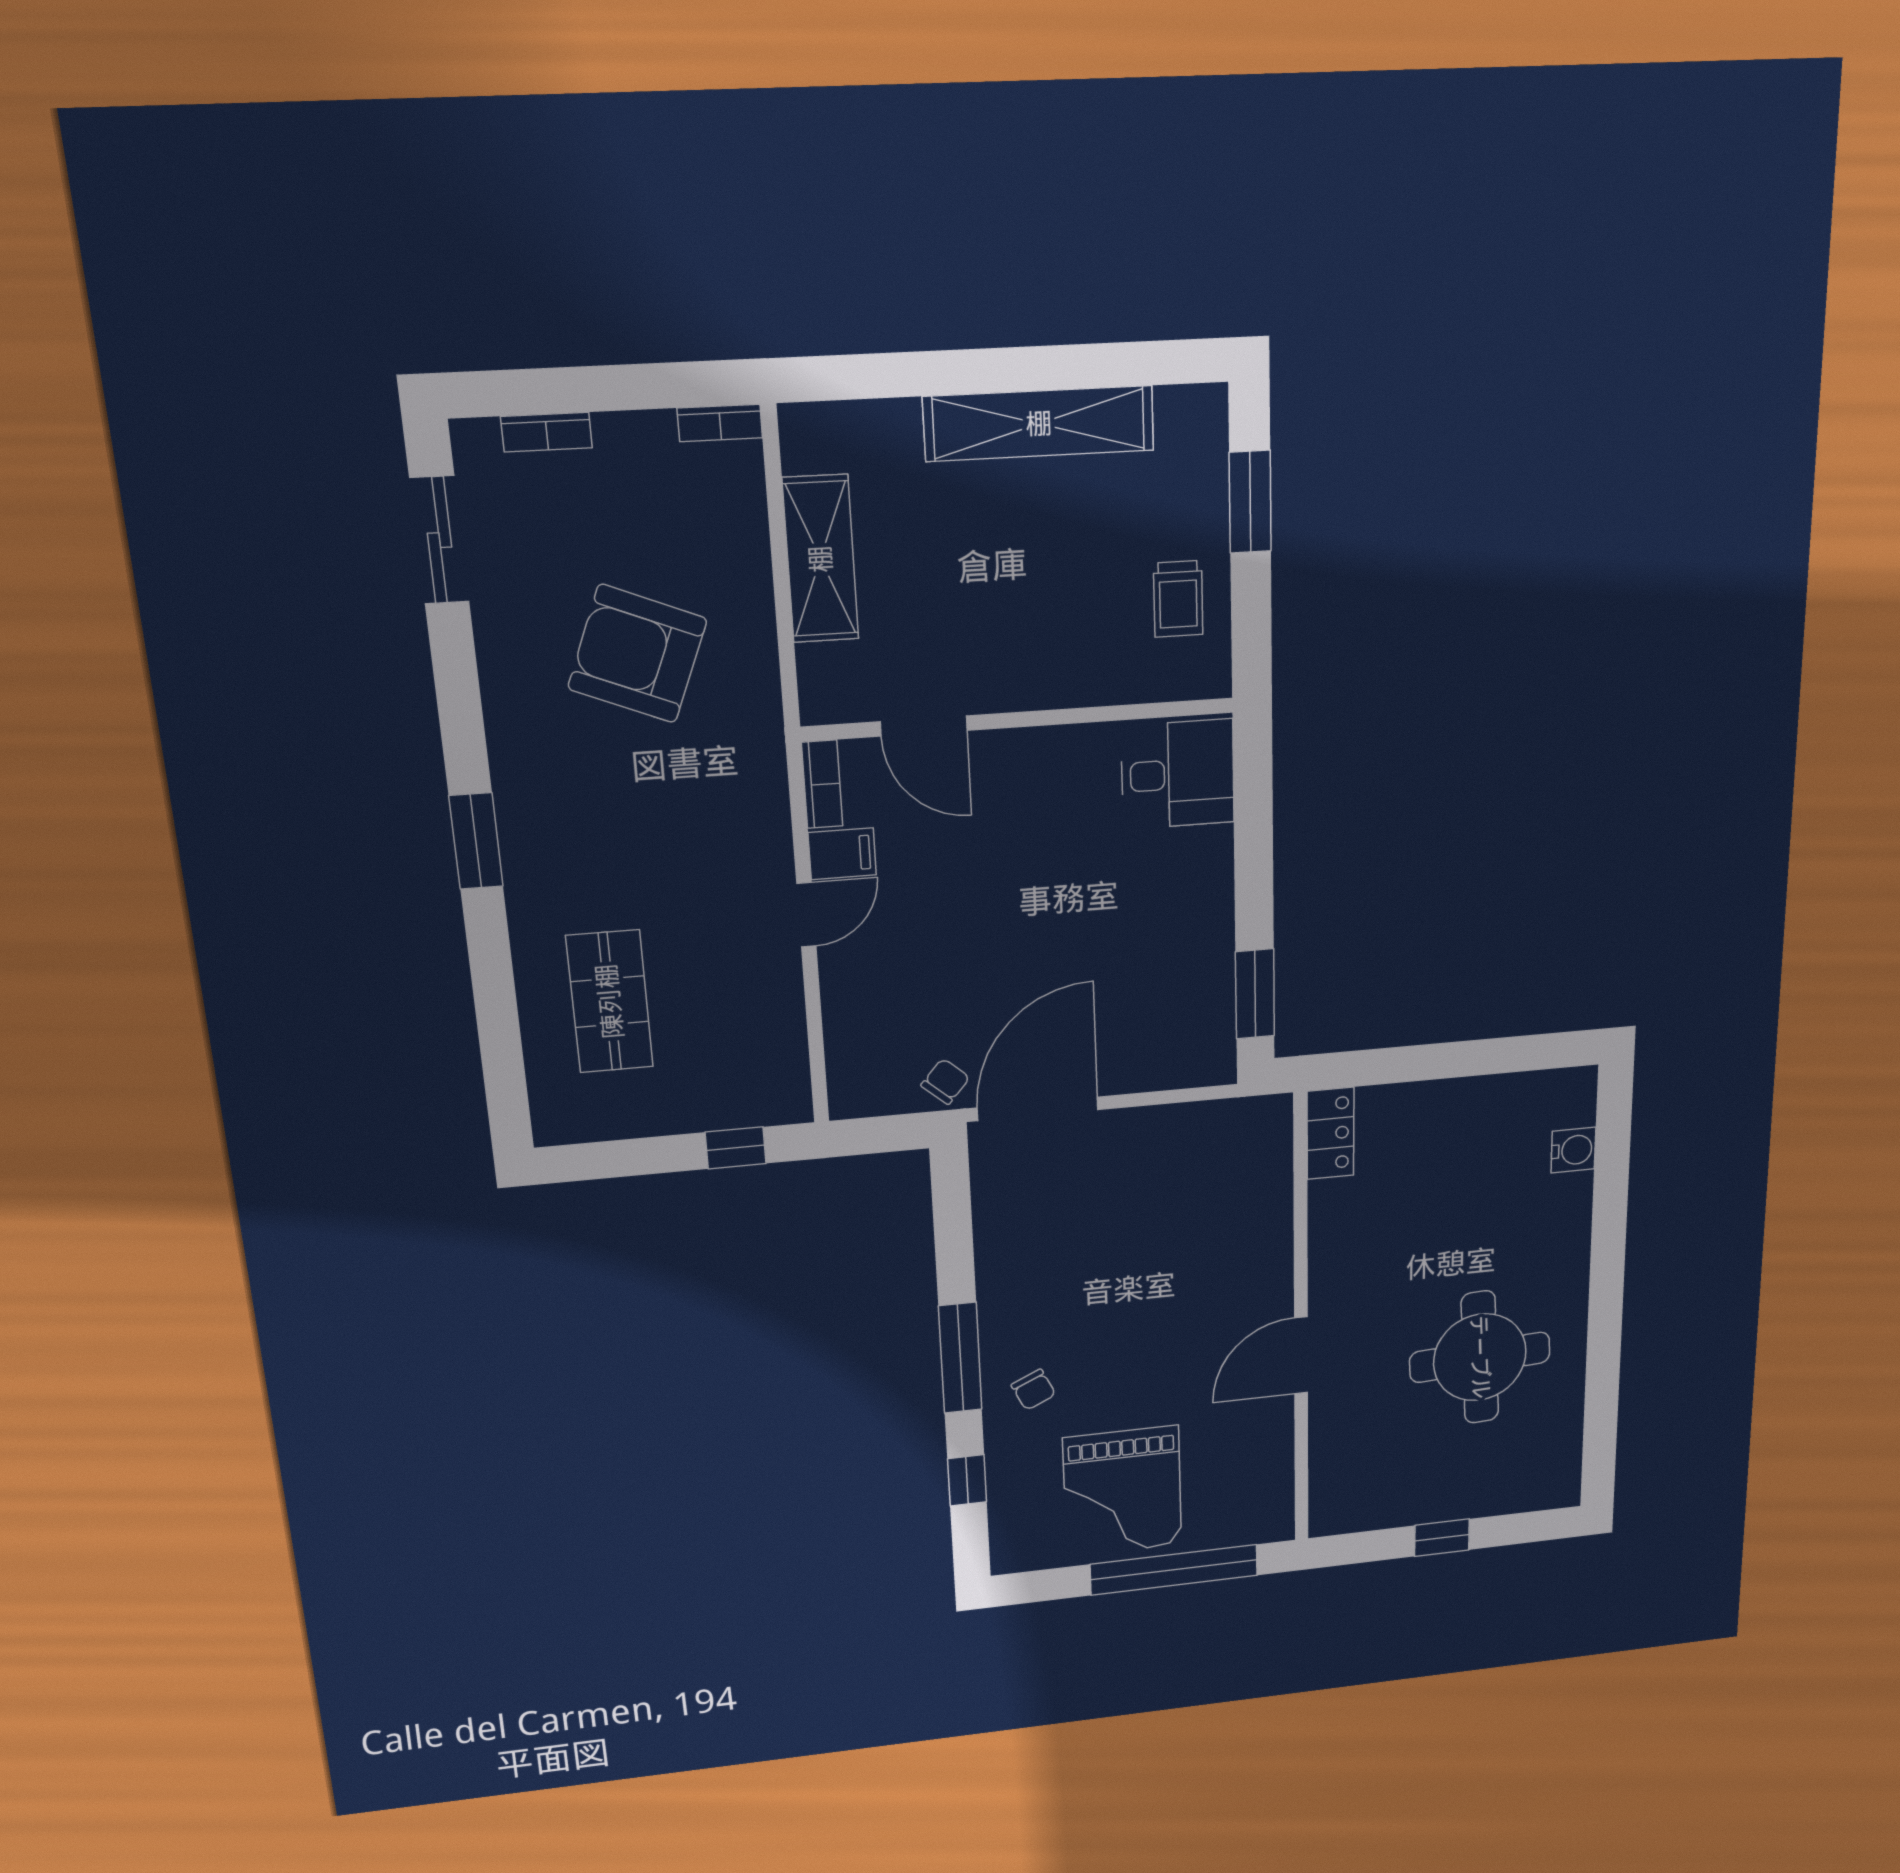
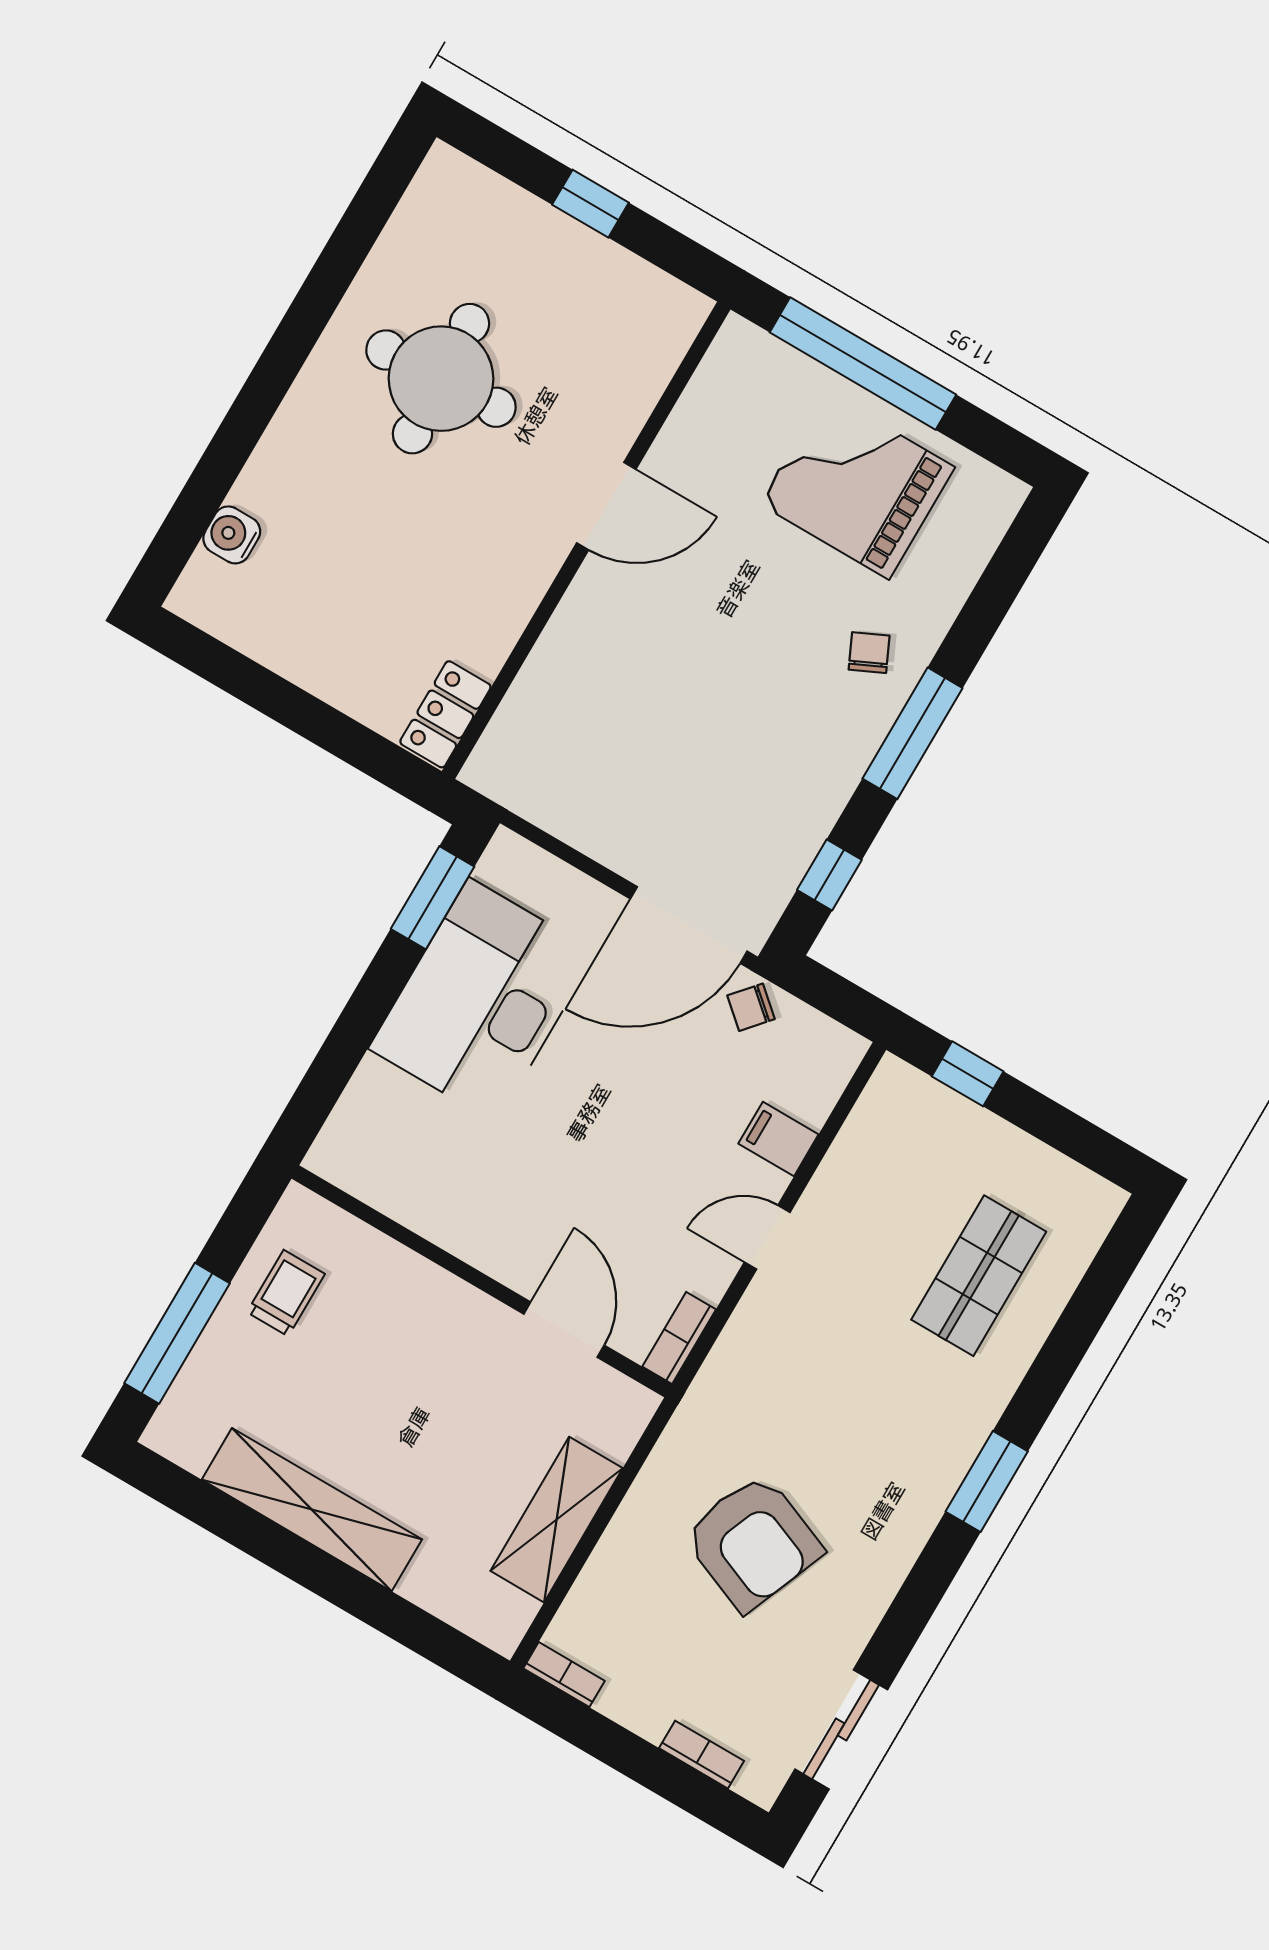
window: (1250, 502) -> (177, 1333), width x1.44
desk: (1178, 774) -> (482, 1000), moved, width x1.87, depth x1.30
filing cabinet: (842, 854) -> (778, 1139), moved
window: (967, 1480) -> (829, 875), moved
grand piano: (1122, 1491) -> (857, 485), turned -90

